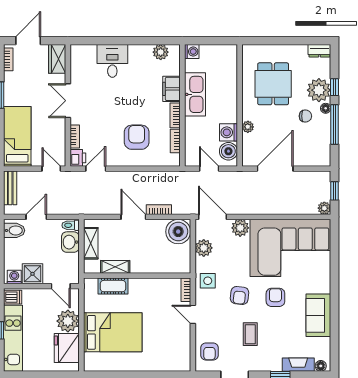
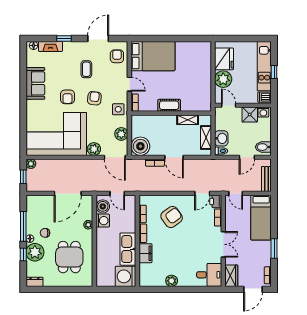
plant: (161, 52) -> (172, 281), moved
washing machine: (192, 52) -> (125, 276), width x1.89, depth x1.89
desk: (112, 61) -> (209, 275), moved, turned -90
armchair: (137, 137) -> (172, 217), turned -126
cot: (113, 286) -> (169, 105), moved
bed: (113, 332) -> (153, 56), moved, turned 180

